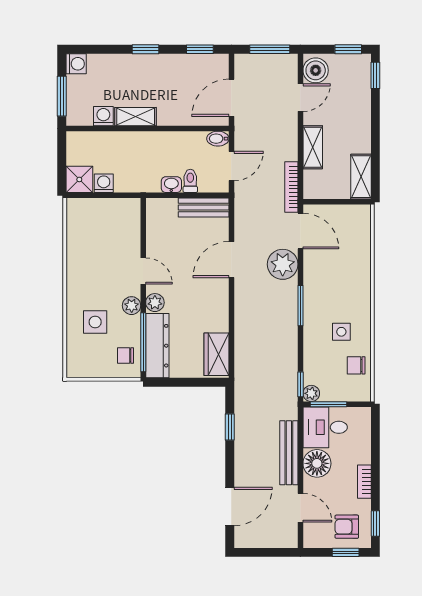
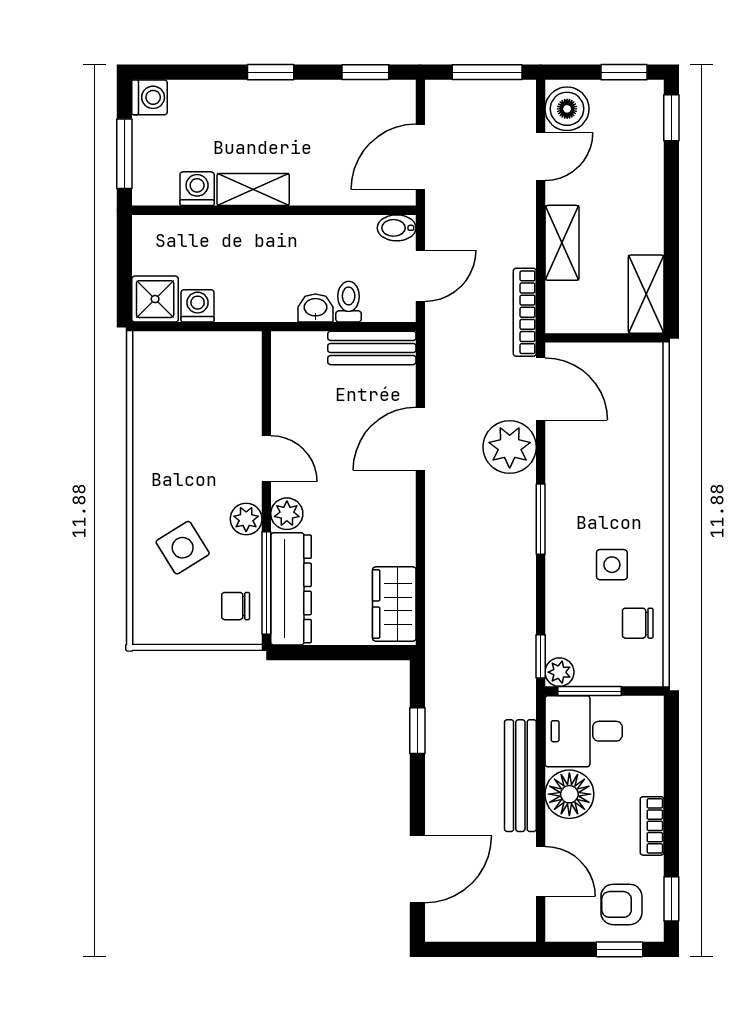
side table: (95, 322) -> (183, 548), turned -32

